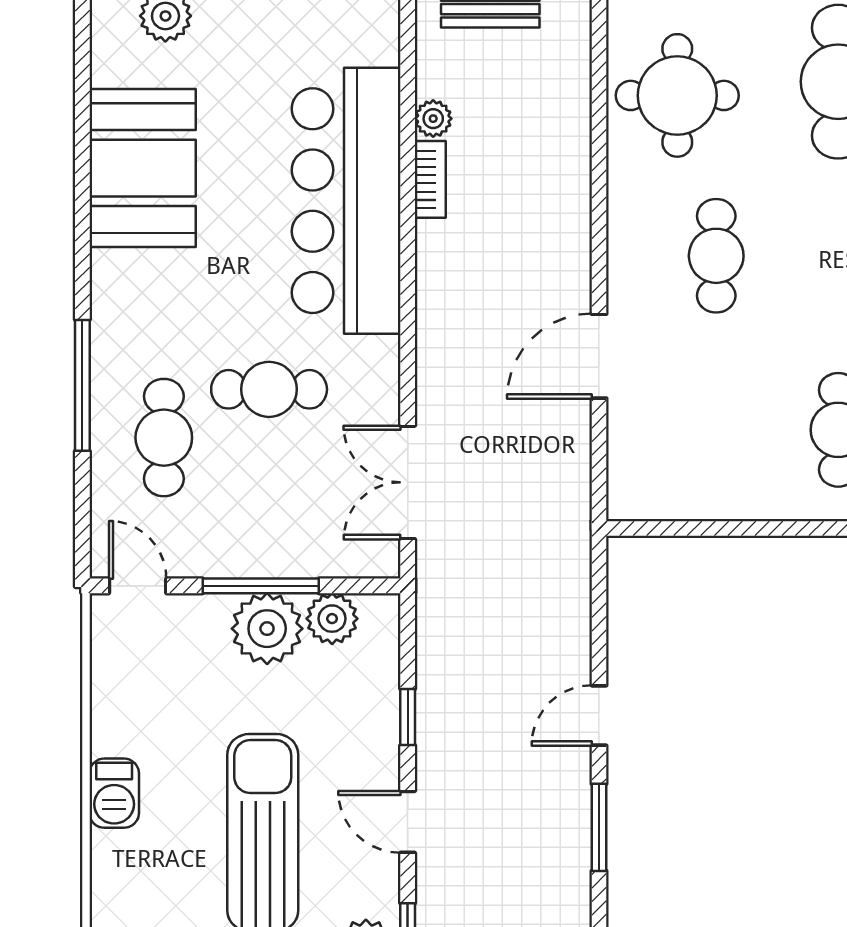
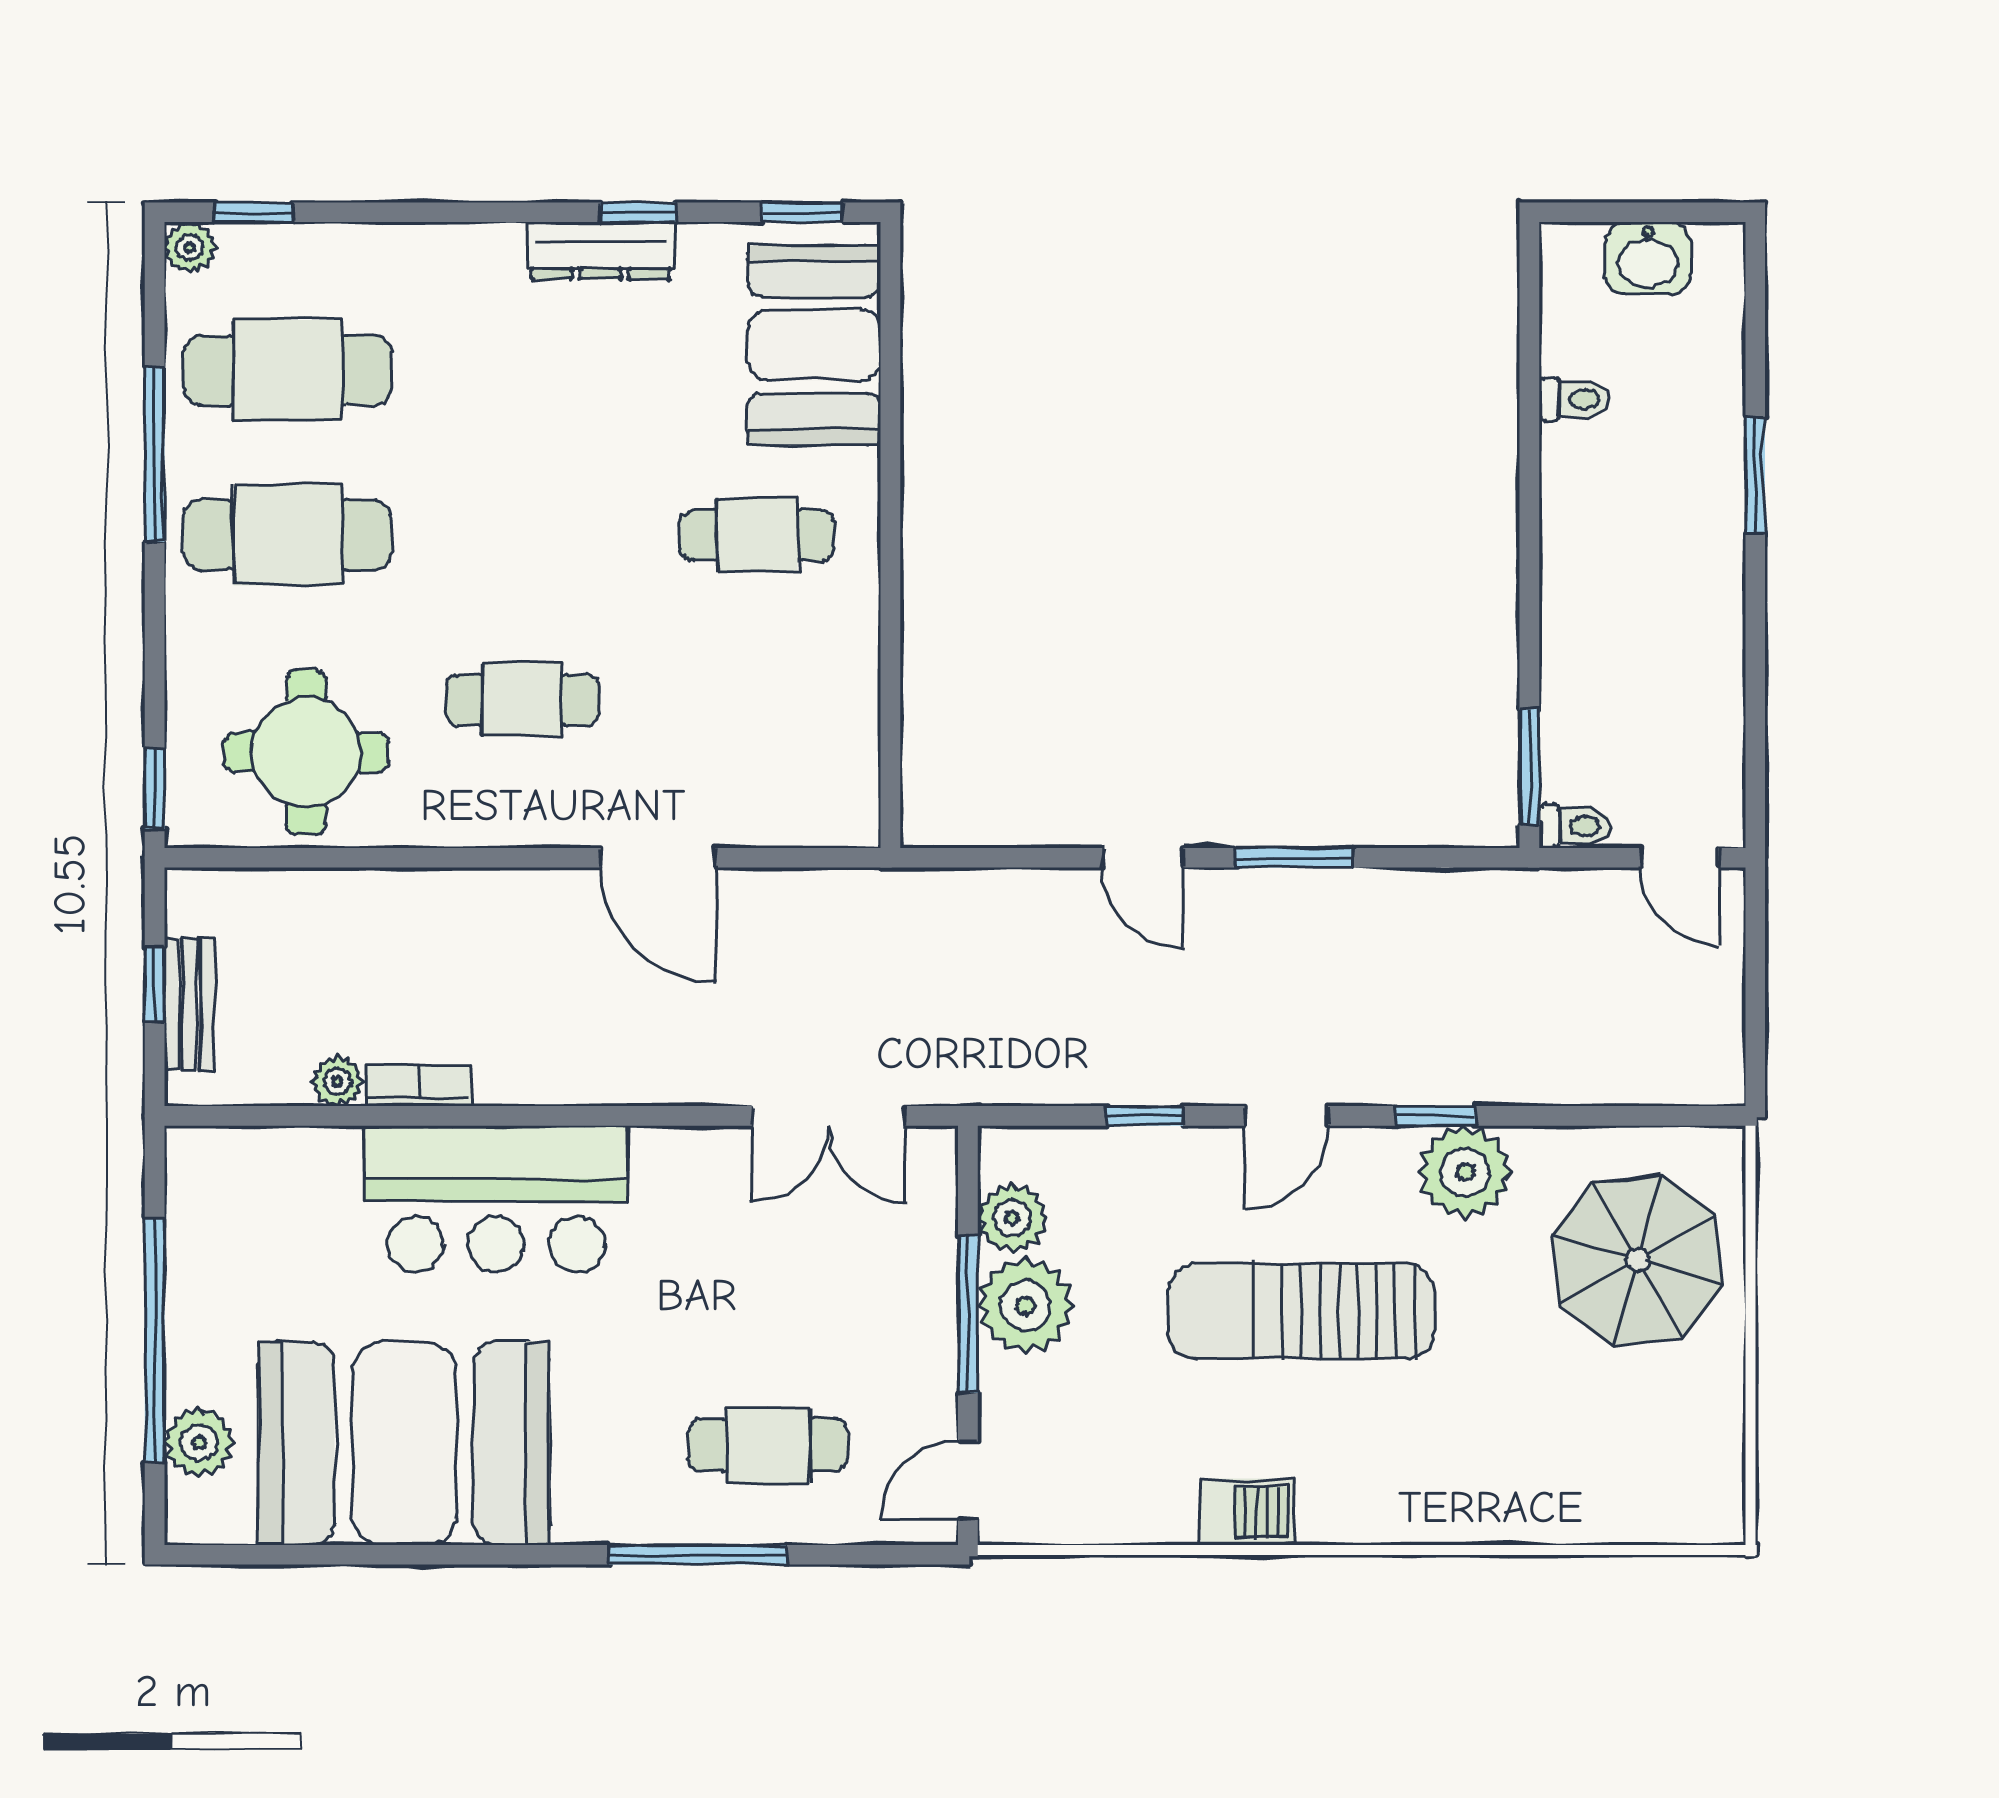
booth: (143, 168) -> (404, 1443), width x1.36, depth x1.42
bar counter: (346, 201) -> (496, 1199), width x0.73
cafe table: (269, 389) -> (703, 1303), removed

